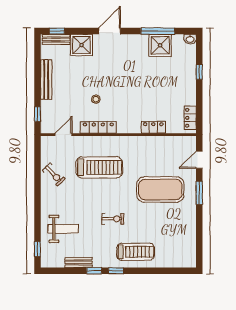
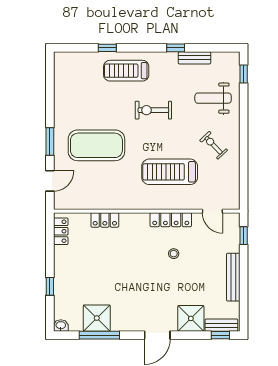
door: (64, 135) -> (212, 211), hinge flipped
exercise bike: (54, 175) -> (214, 145), moved
exercise bike: (113, 219) -> (153, 110), width x1.38, depth x1.39
window: (116, 271) -> (107, 48), moved

